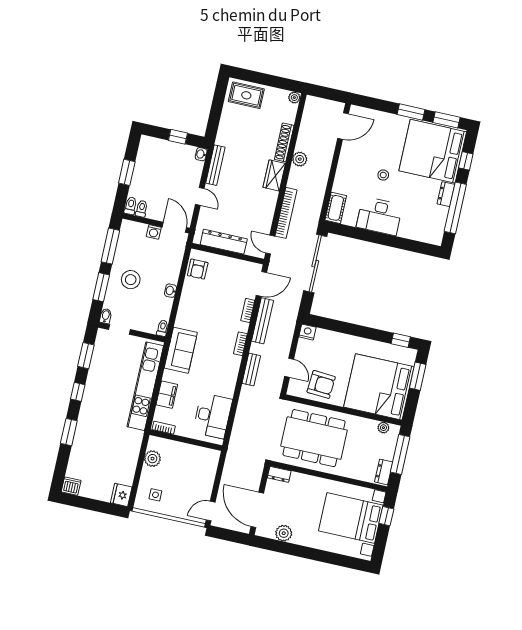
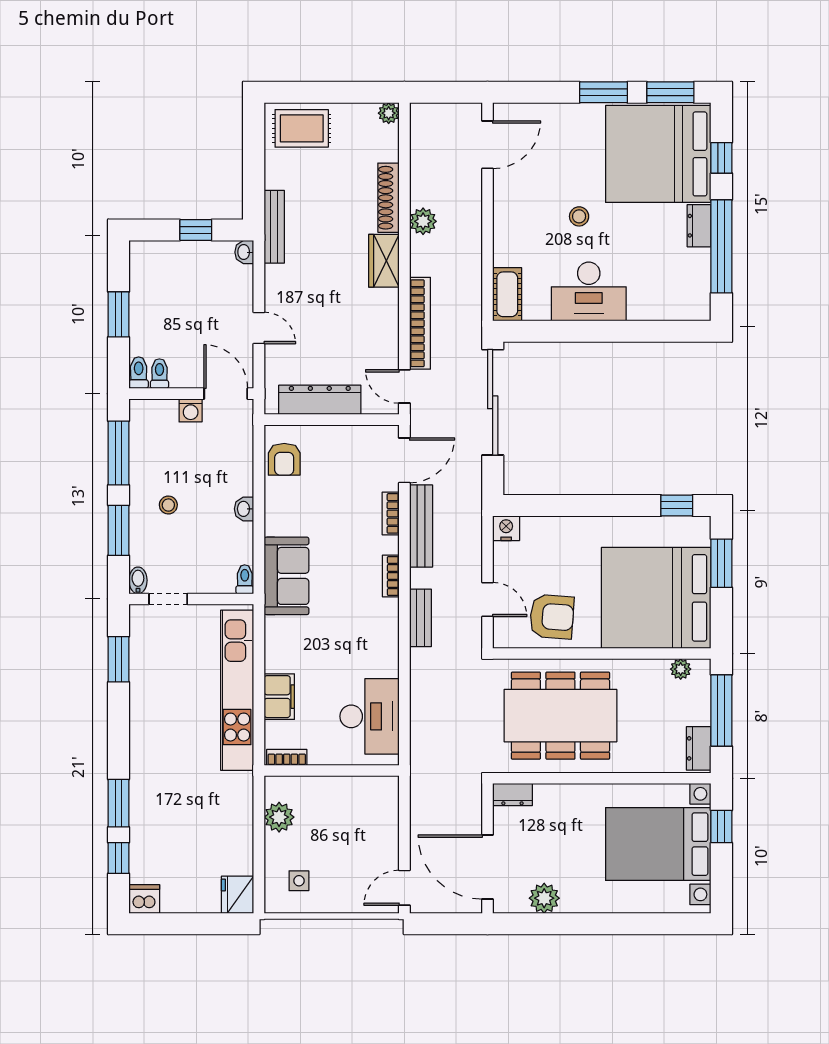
bench: (215, 165) -> (274, 227), moved
stool: (131, 280) -> (168, 505), width x0.53, depth x0.53
sofa: (181, 350) -> (286, 576), moved
window: (78, 392) -> (119, 858), moved

